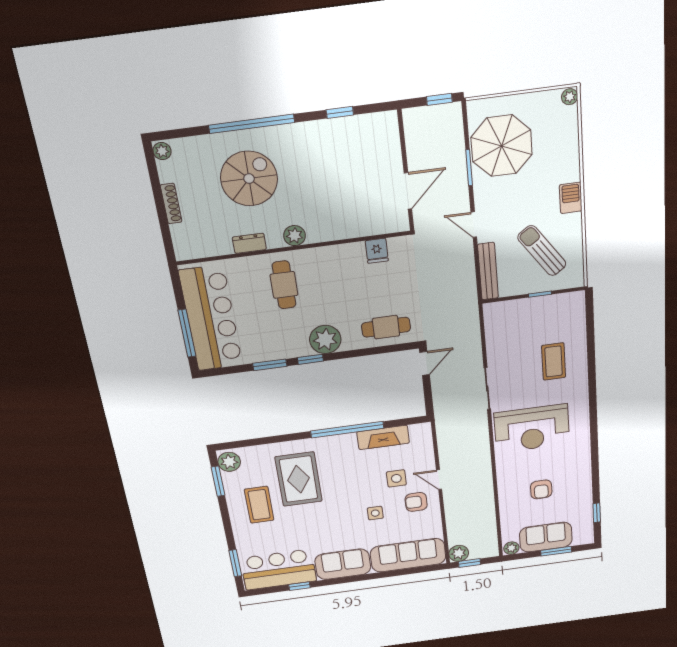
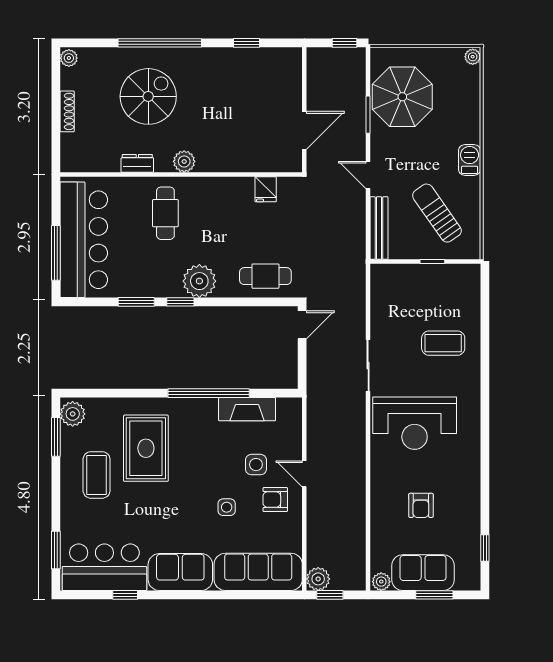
coffee table: (554, 361) -> (443, 343), turned 90

